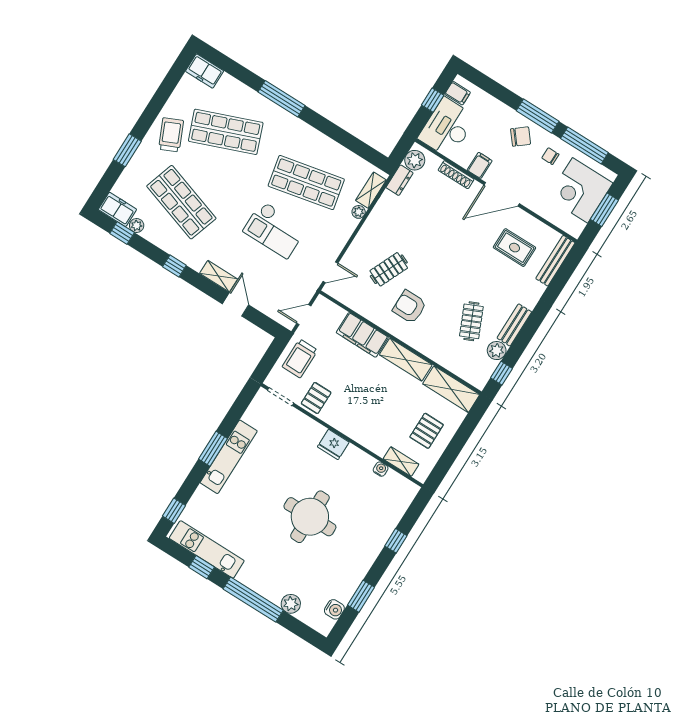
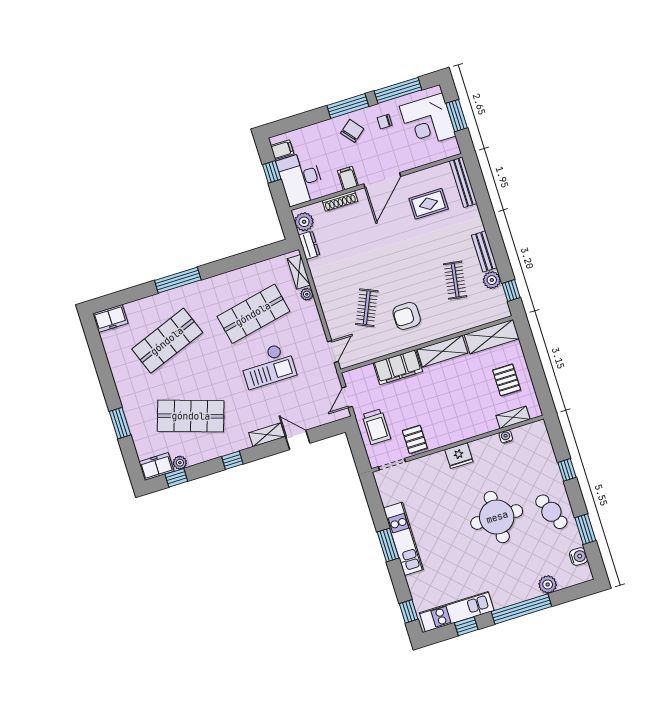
trolley: (171, 135) -> (136, 382), removed
clothes rail: (471, 321) -> (455, 280), turned 33
cafe table: (352, 557) -> (551, 512), added

